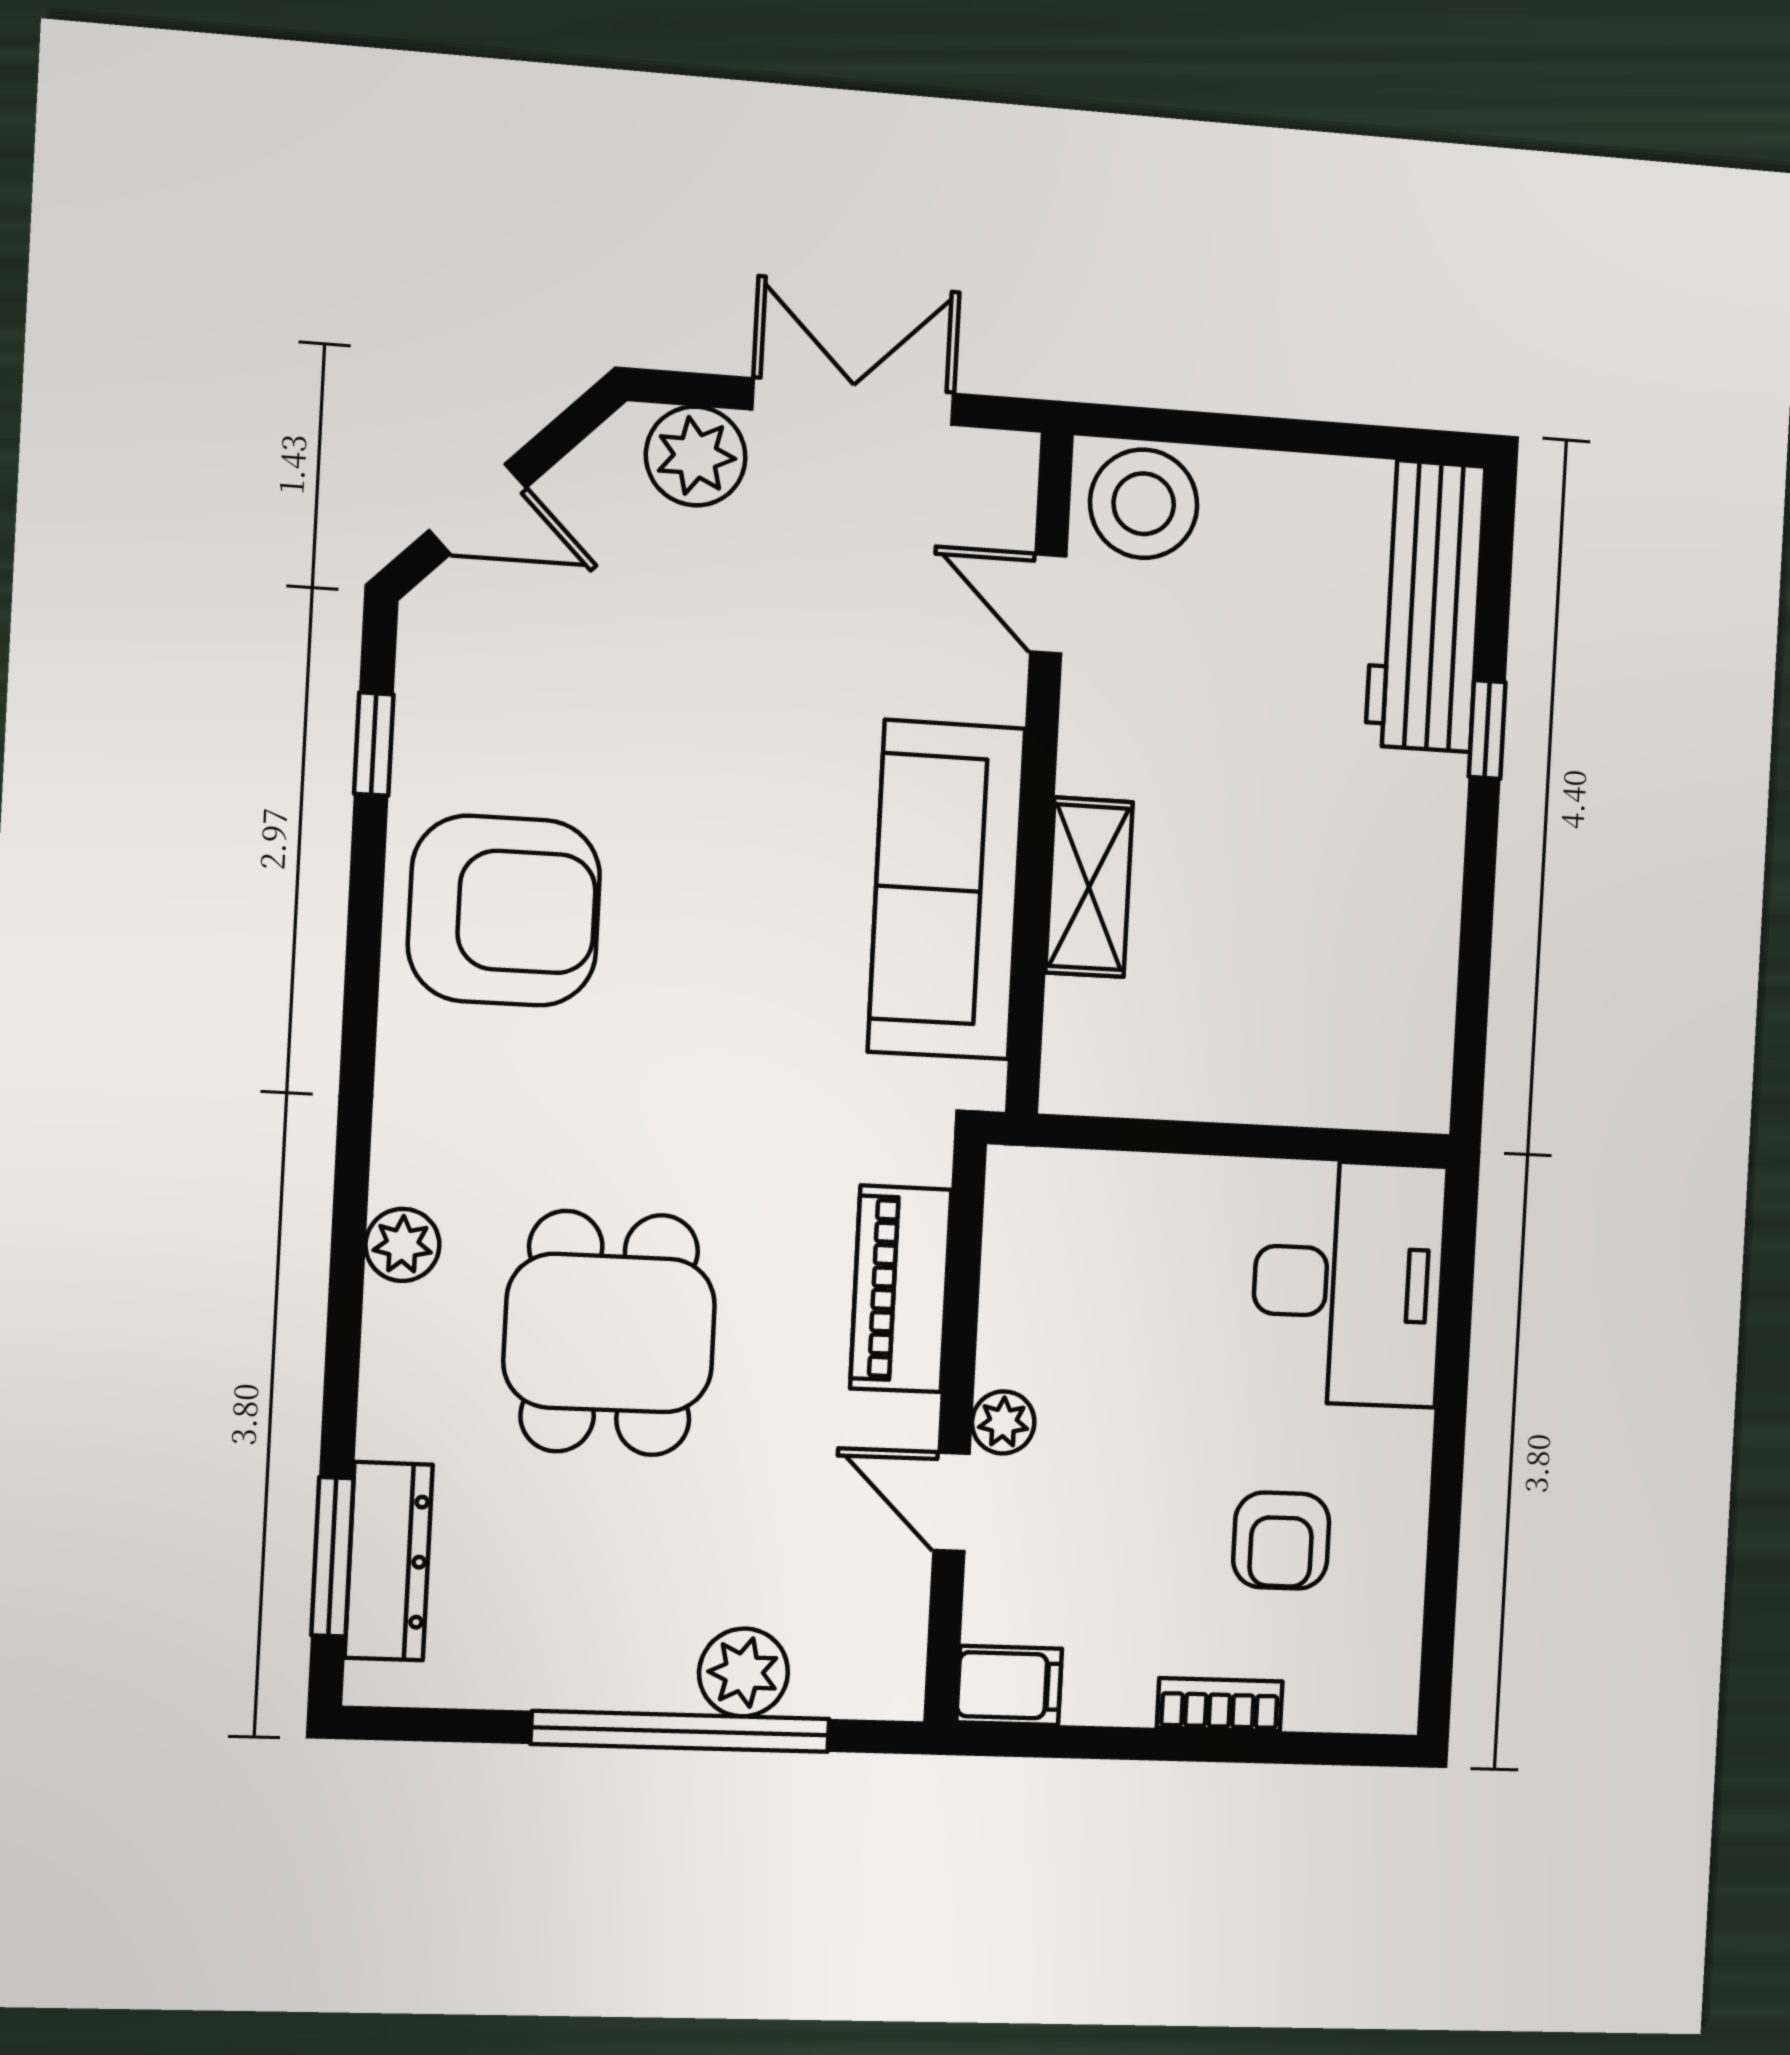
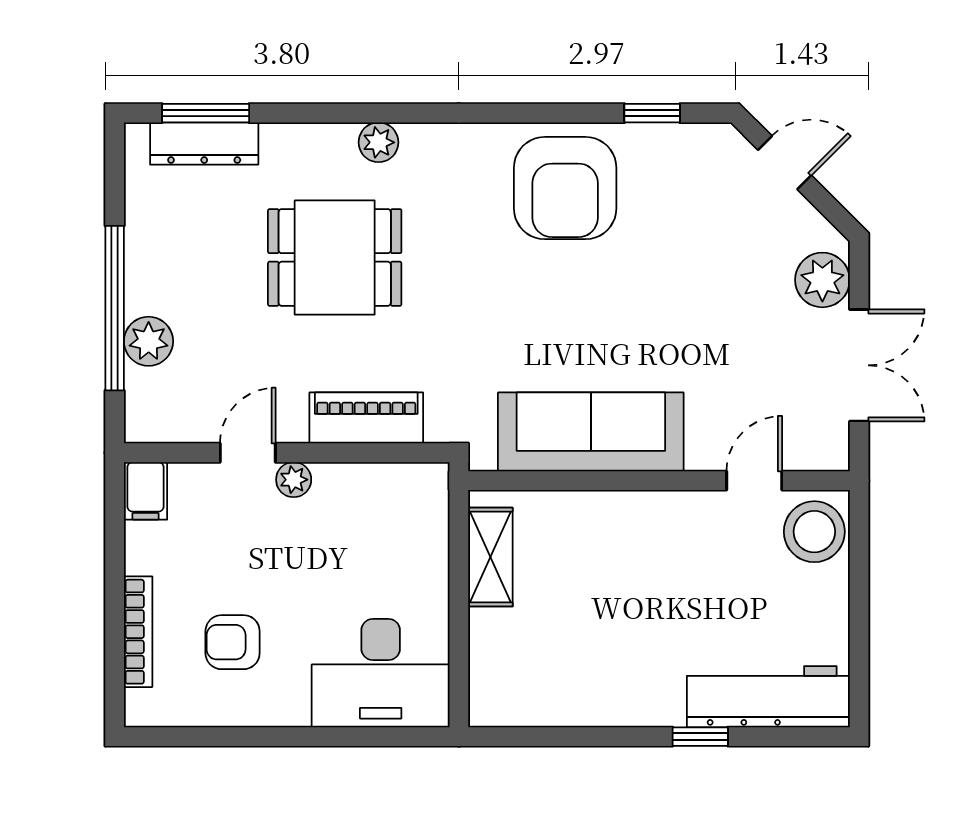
door: (478, 509) -> (785, 163), swing flipped
shelving: (1089, 887) -> (490, 557), moved, turned 90
bookcase: (1220, 1705) -> (138, 632), width x1.56

